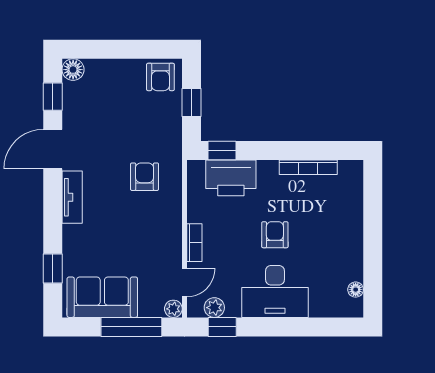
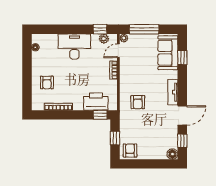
armchair: (275, 235) -> (47, 83), moved
sofa: (102, 297) -> (168, 53), moved, turned 90

